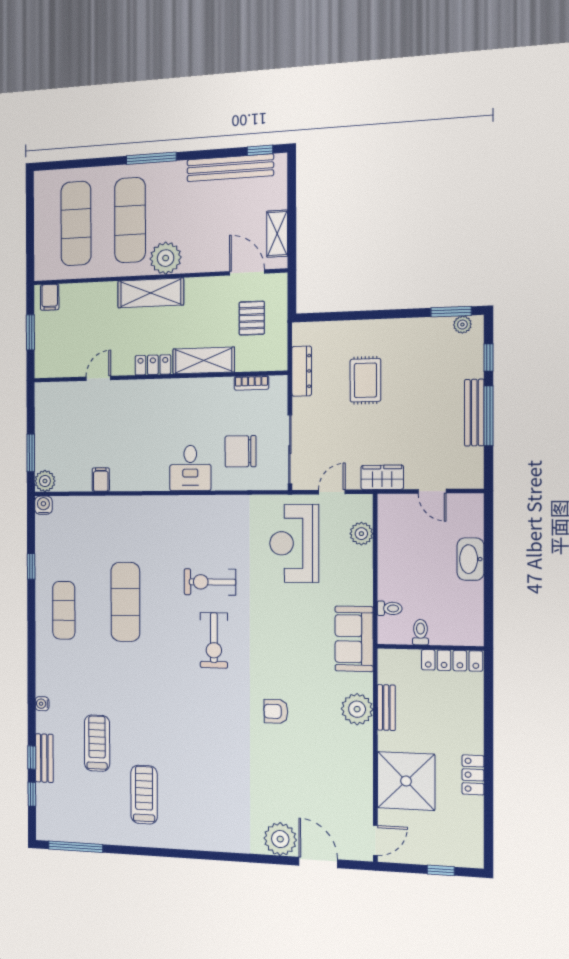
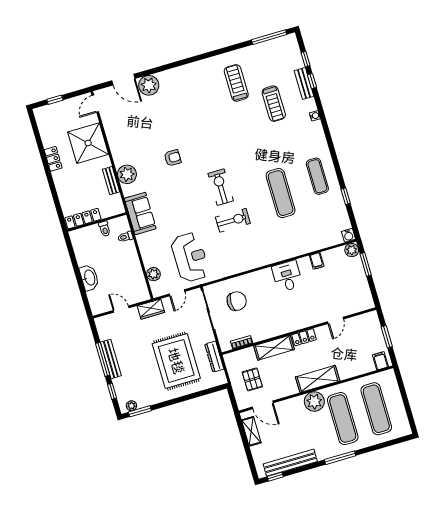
rug: (365, 380) -> (176, 361), width x1.86, depth x2.06
desk: (190, 468) -> (287, 276), moved
treadmill: (144, 795) -> (236, 83), turned 180

